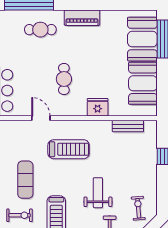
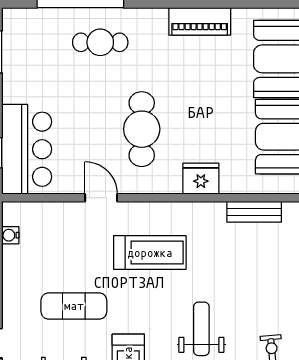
piano: (82, 18) -> (200, 21), moved
cafe table: (64, 79) -> (142, 129), width x1.37, depth x1.35
exercise mat: (25, 180) -> (74, 306), turned 90

